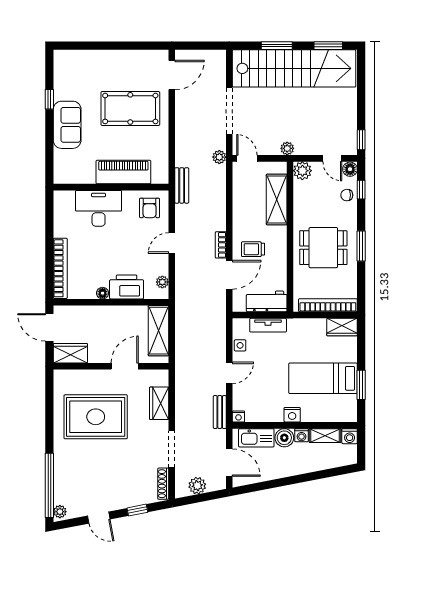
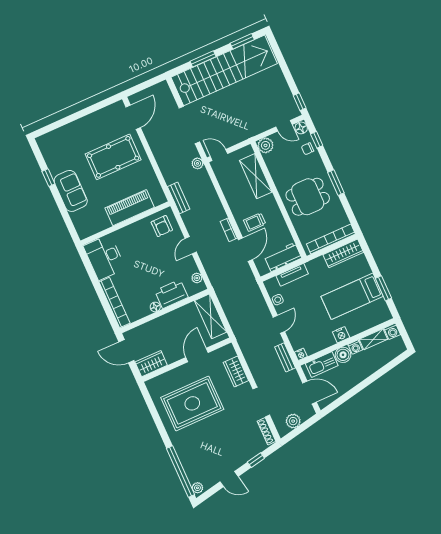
plant: (287, 148) -> (246, 134), removed
desk: (99, 208) -> (104, 257), moved, turned -90
wardrobe: (342, 327) -> (343, 253), width x1.50

